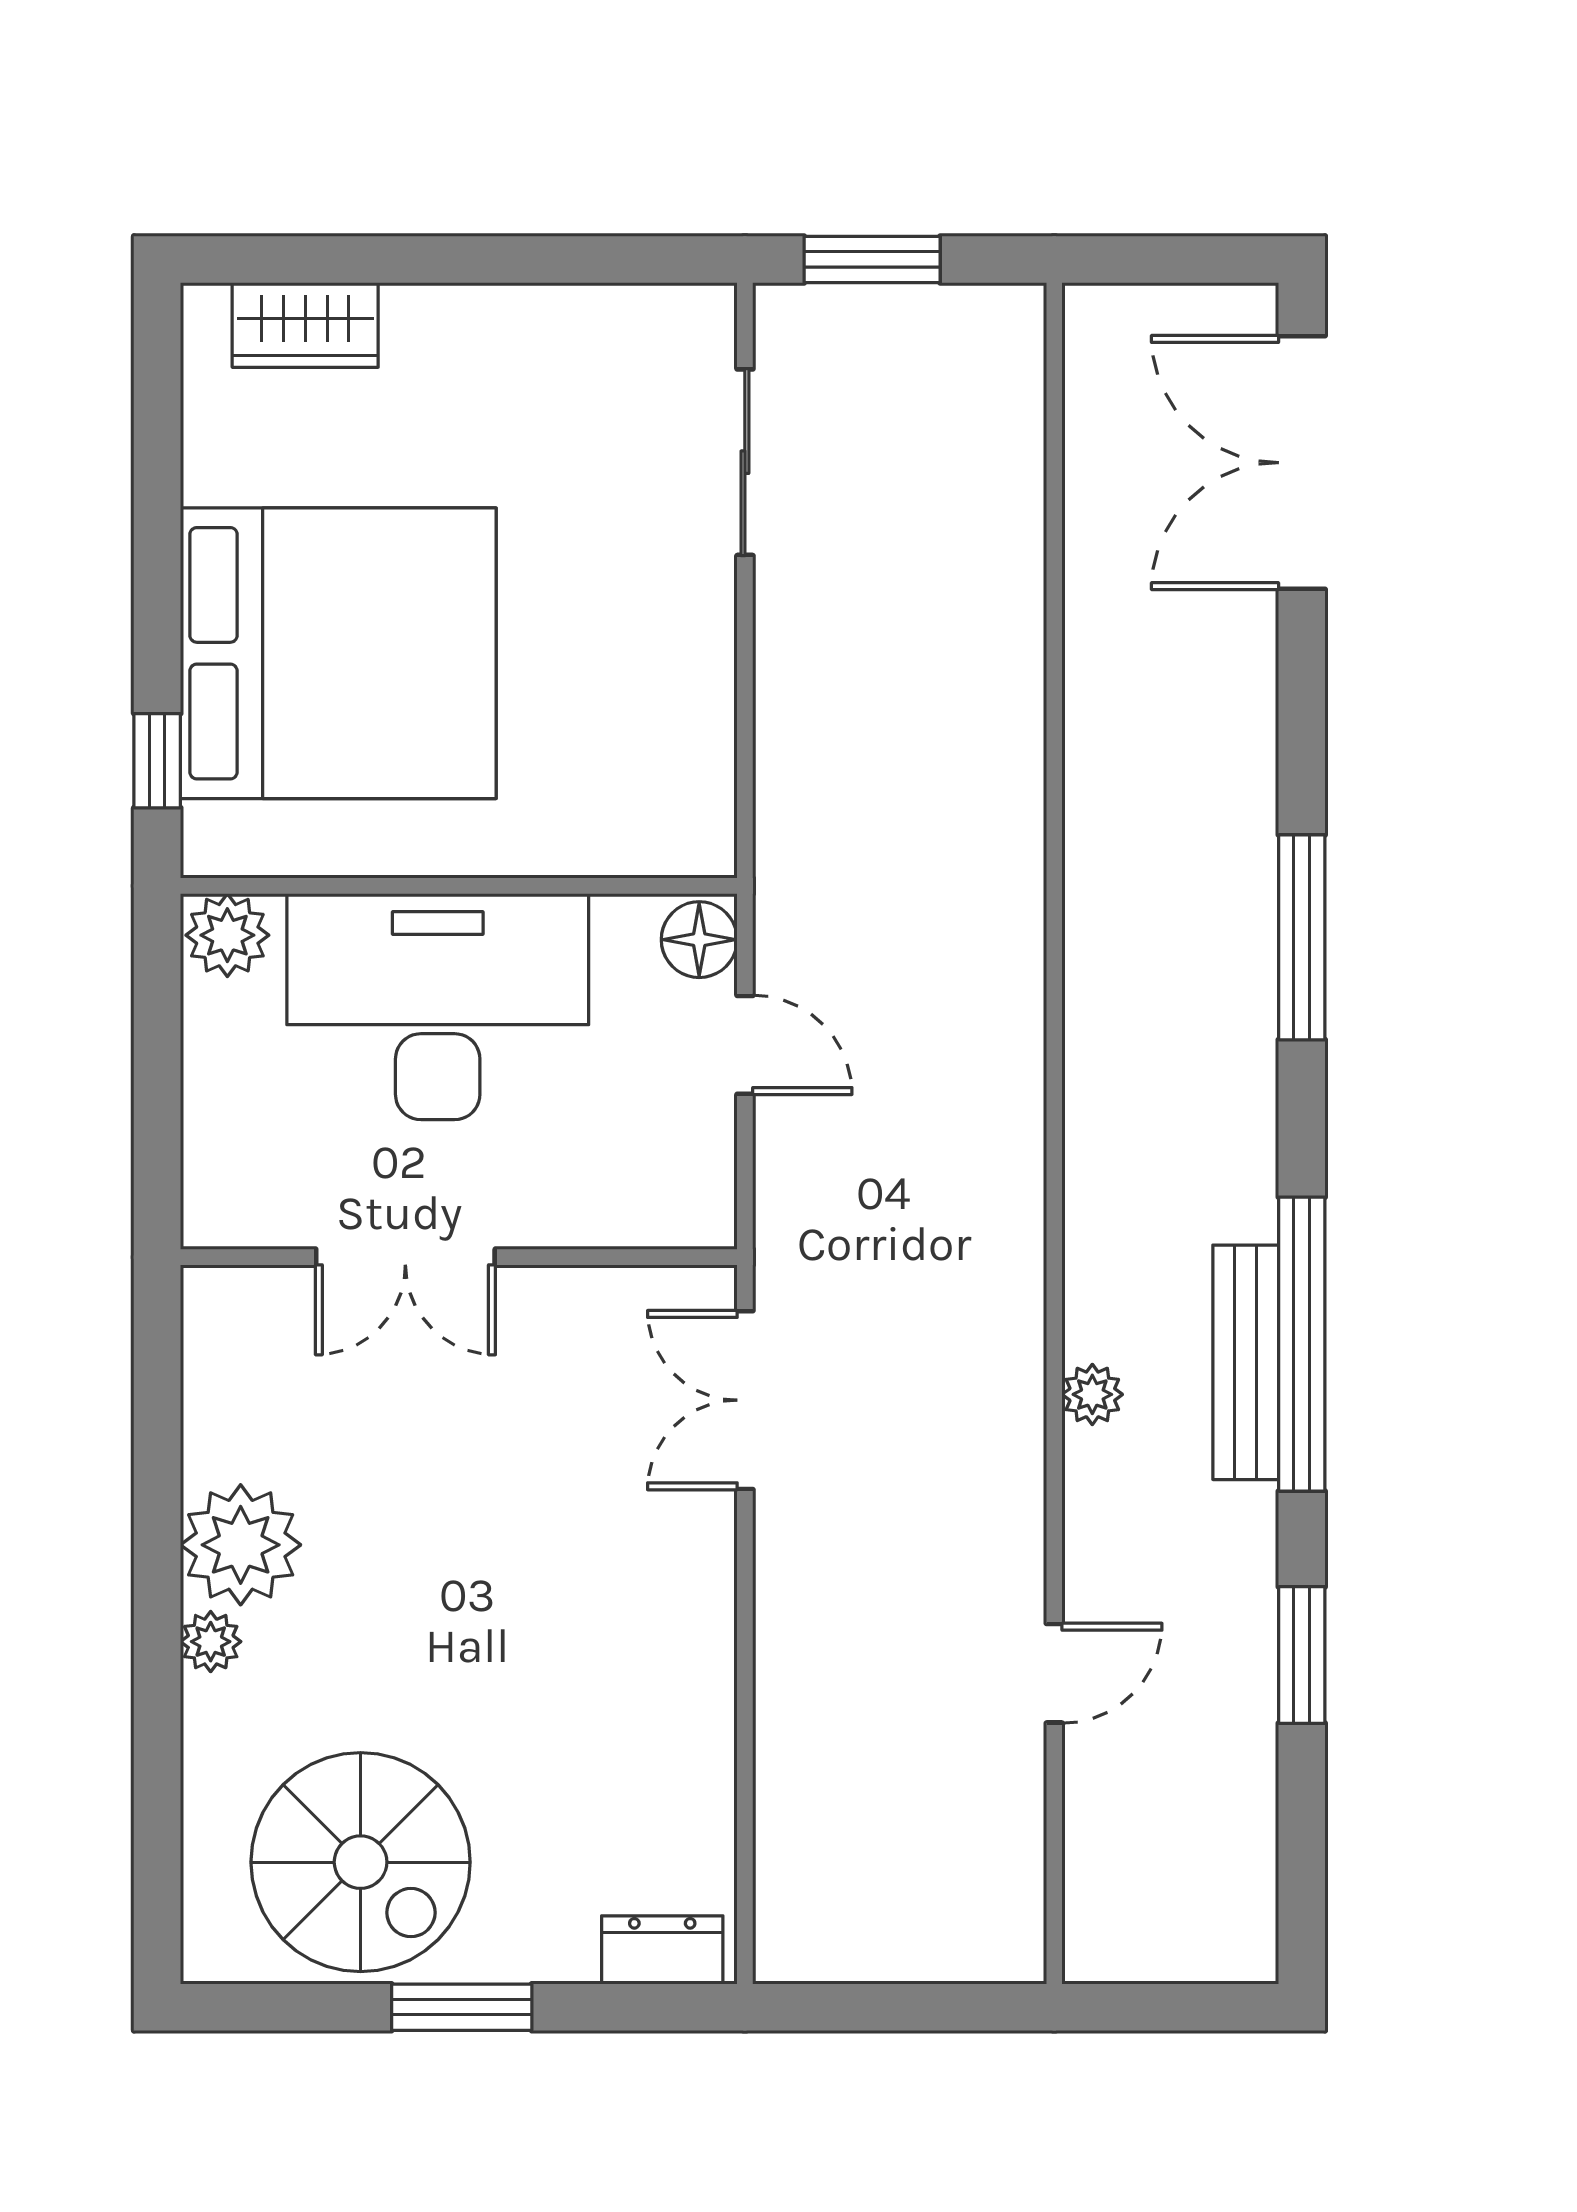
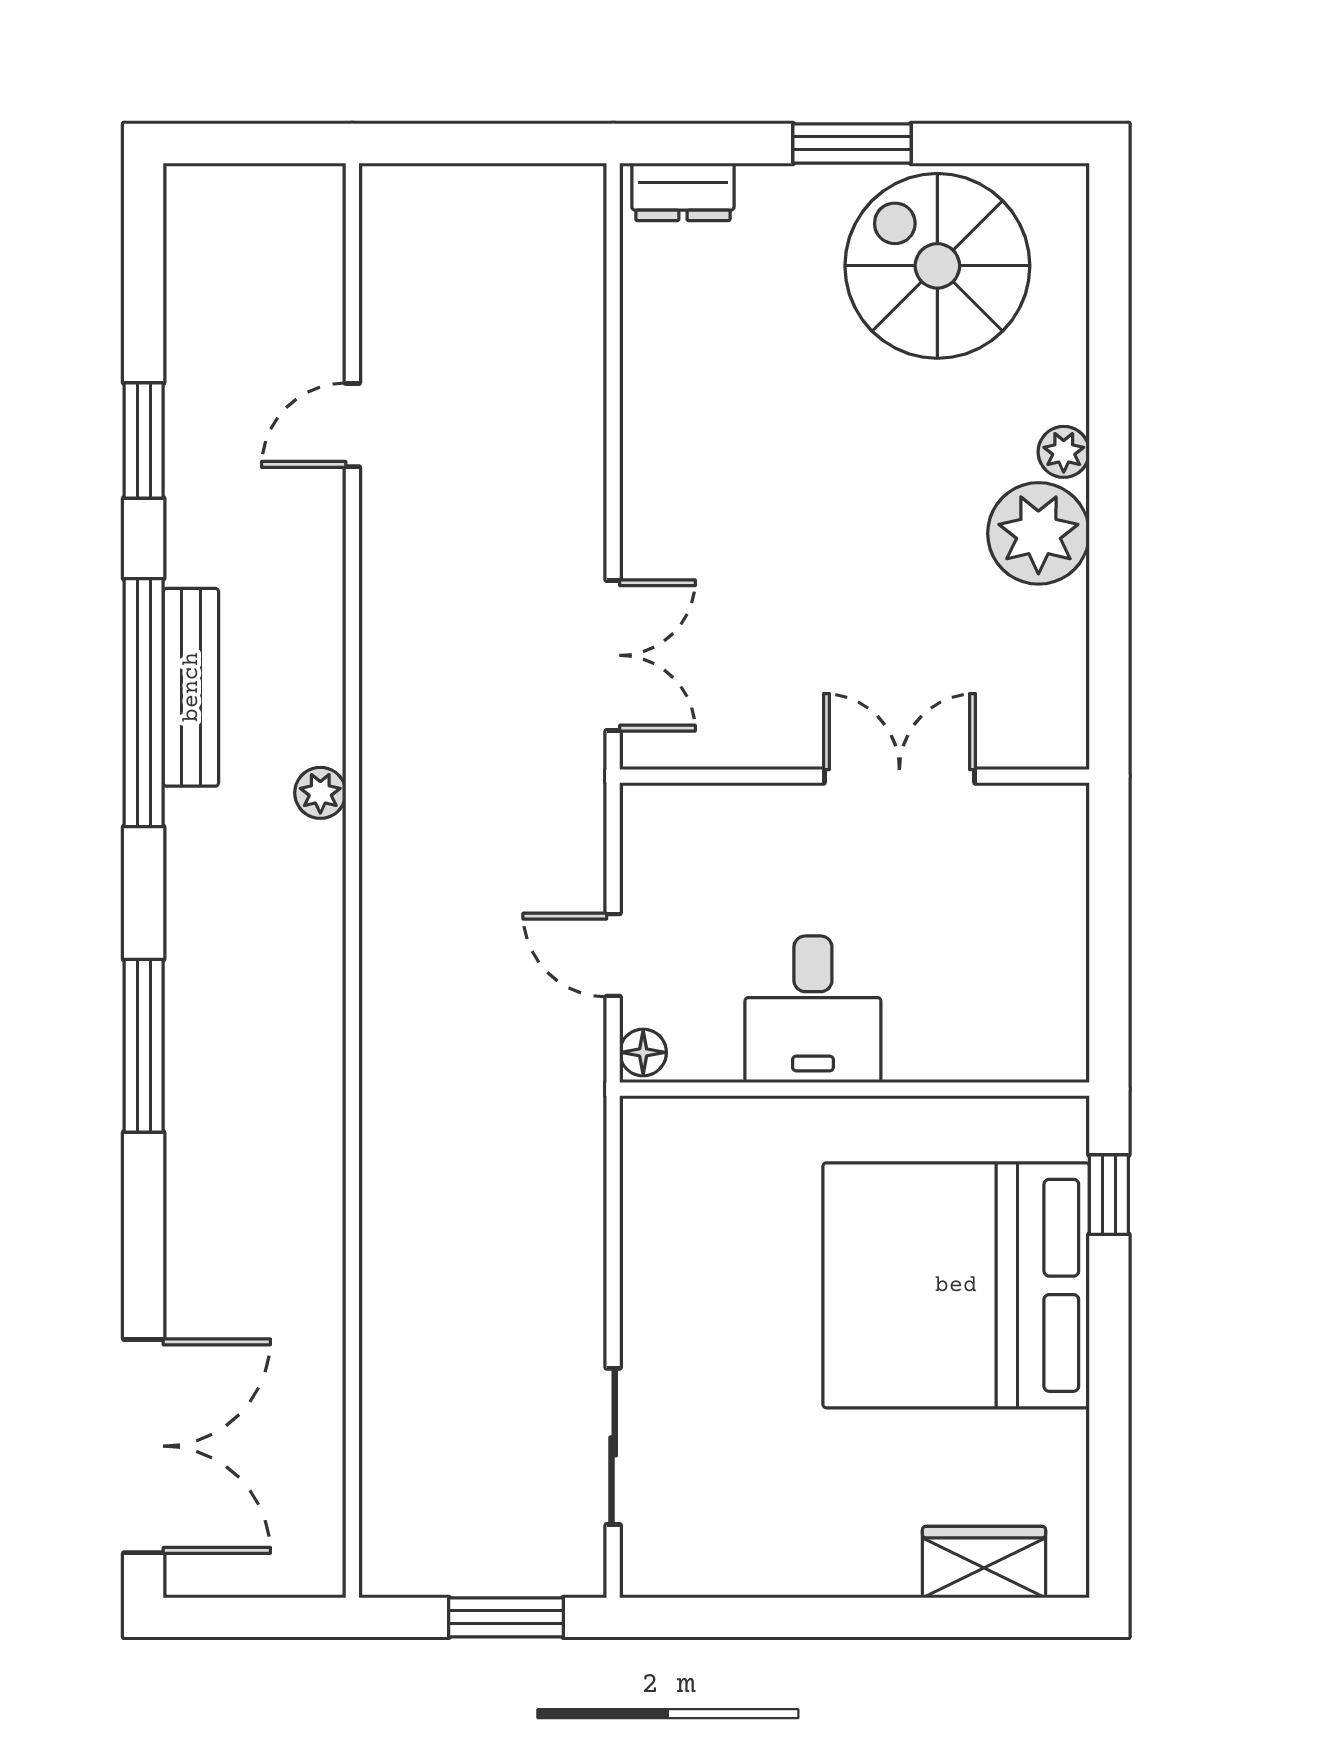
plant: (227, 935) -> (1050, 1048), removed
floor lamp: (699, 940) -> (643, 1052), width x0.73, depth x0.73
desk: (438, 1007) -> (813, 1009), width x0.53, depth x0.77
plant: (1092, 1394) -> (320, 793), moved

